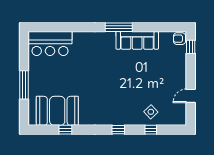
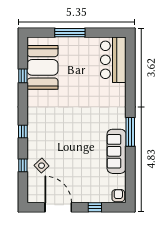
window: (191, 47) -> (95, 207), moved
door: (191, 96) -> (58, 207), width x1.88

